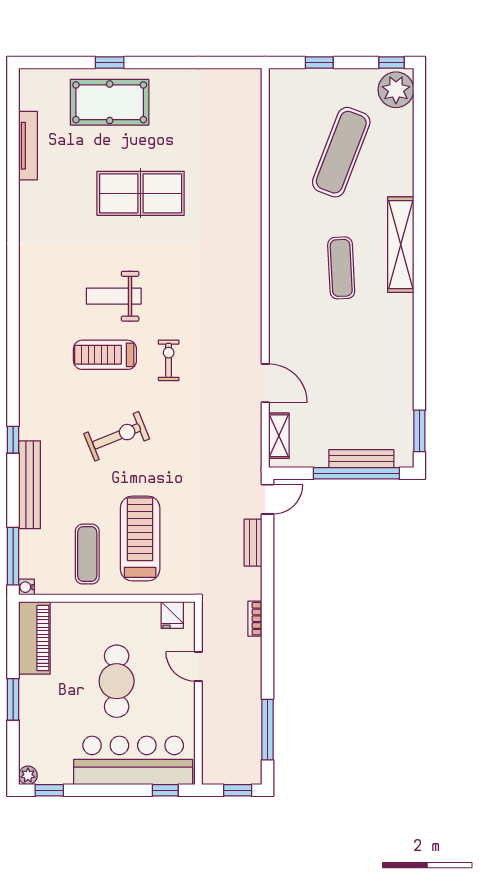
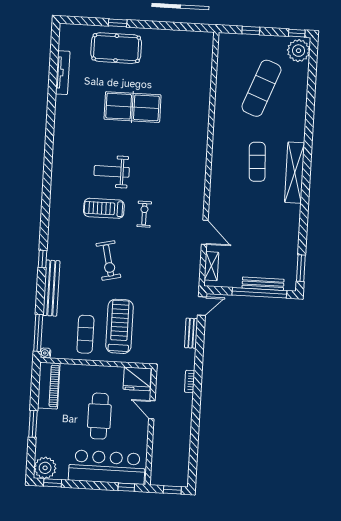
shelving: (401, 245) -> (295, 173), moved
exercise bike: (117, 436) -> (108, 261), turned 99
fridge: (172, 615) -> (137, 379), width x1.88, depth x1.34
window: (268, 730) -> (194, 452), removed
plant: (28, 775) -> (45, 468), width x1.87, depth x1.87

